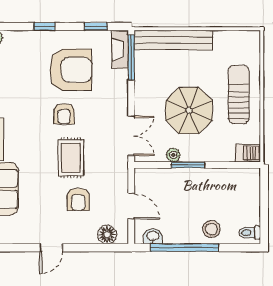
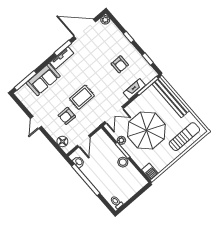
fireplace: (120, 49) -> (134, 89), moved
armchair: (71, 70) -> (120, 64), width x0.53, depth x0.53
sun lounger: (239, 94) -> (184, 137), moved
parasol: (189, 110) -> (146, 130), width x1.36, depth x1.36
armchair: (64, 114) -> (98, 78), removed
stool: (211, 229) -> (123, 162), moved
door: (51, 248) -> (36, 122), hinge flipped

